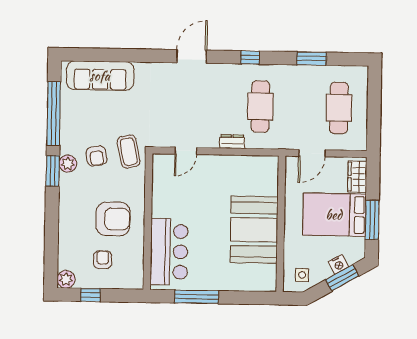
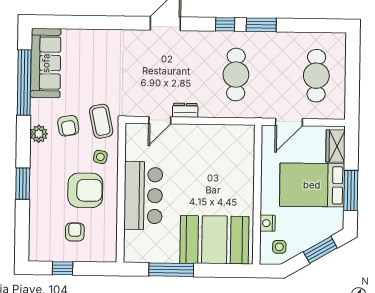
window: (312, 59) -> (261, 25), moved
sofa: (100, 76) -> (46, 63), moved, turned -90
dresser: (232, 142) -> (185, 110), moved
window: (53, 171) -> (23, 184), moved
side table: (128, 186) -> (100, 157), added
booth: (254, 230) -> (214, 240), moved, turned 90
bar counter: (169, 252) -> (143, 195), moved
nightstand: (338, 264) -> (268, 223), moved, turned 120
plant: (66, 279) -> (37, 252), removed

